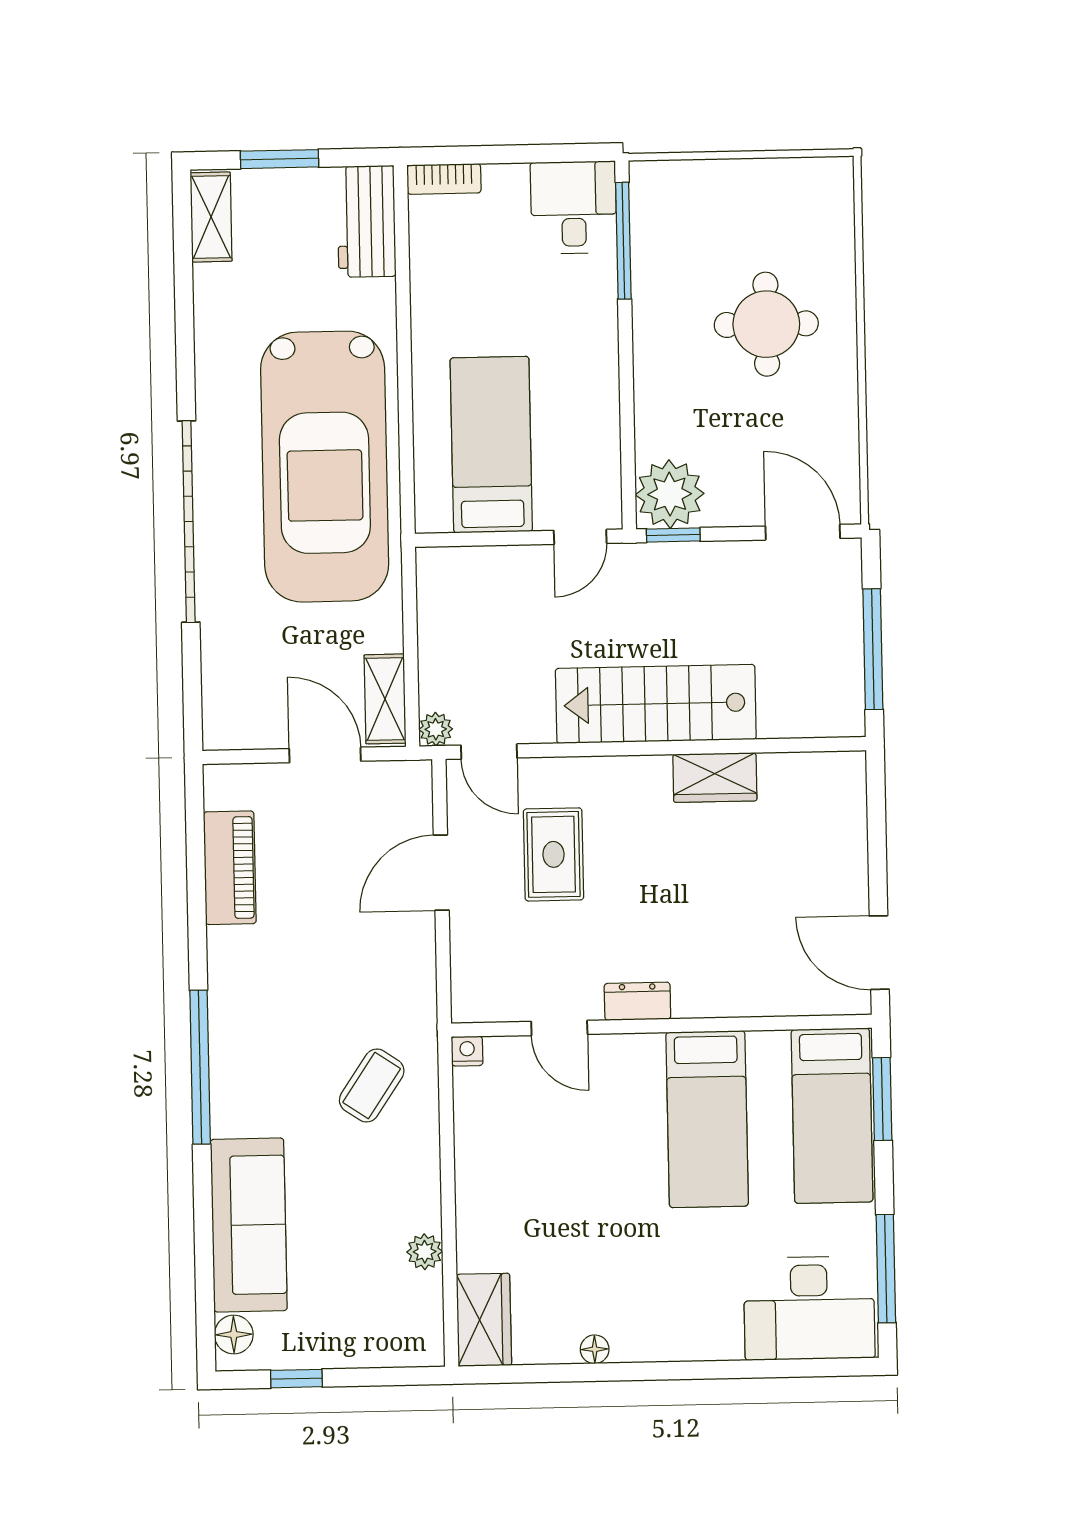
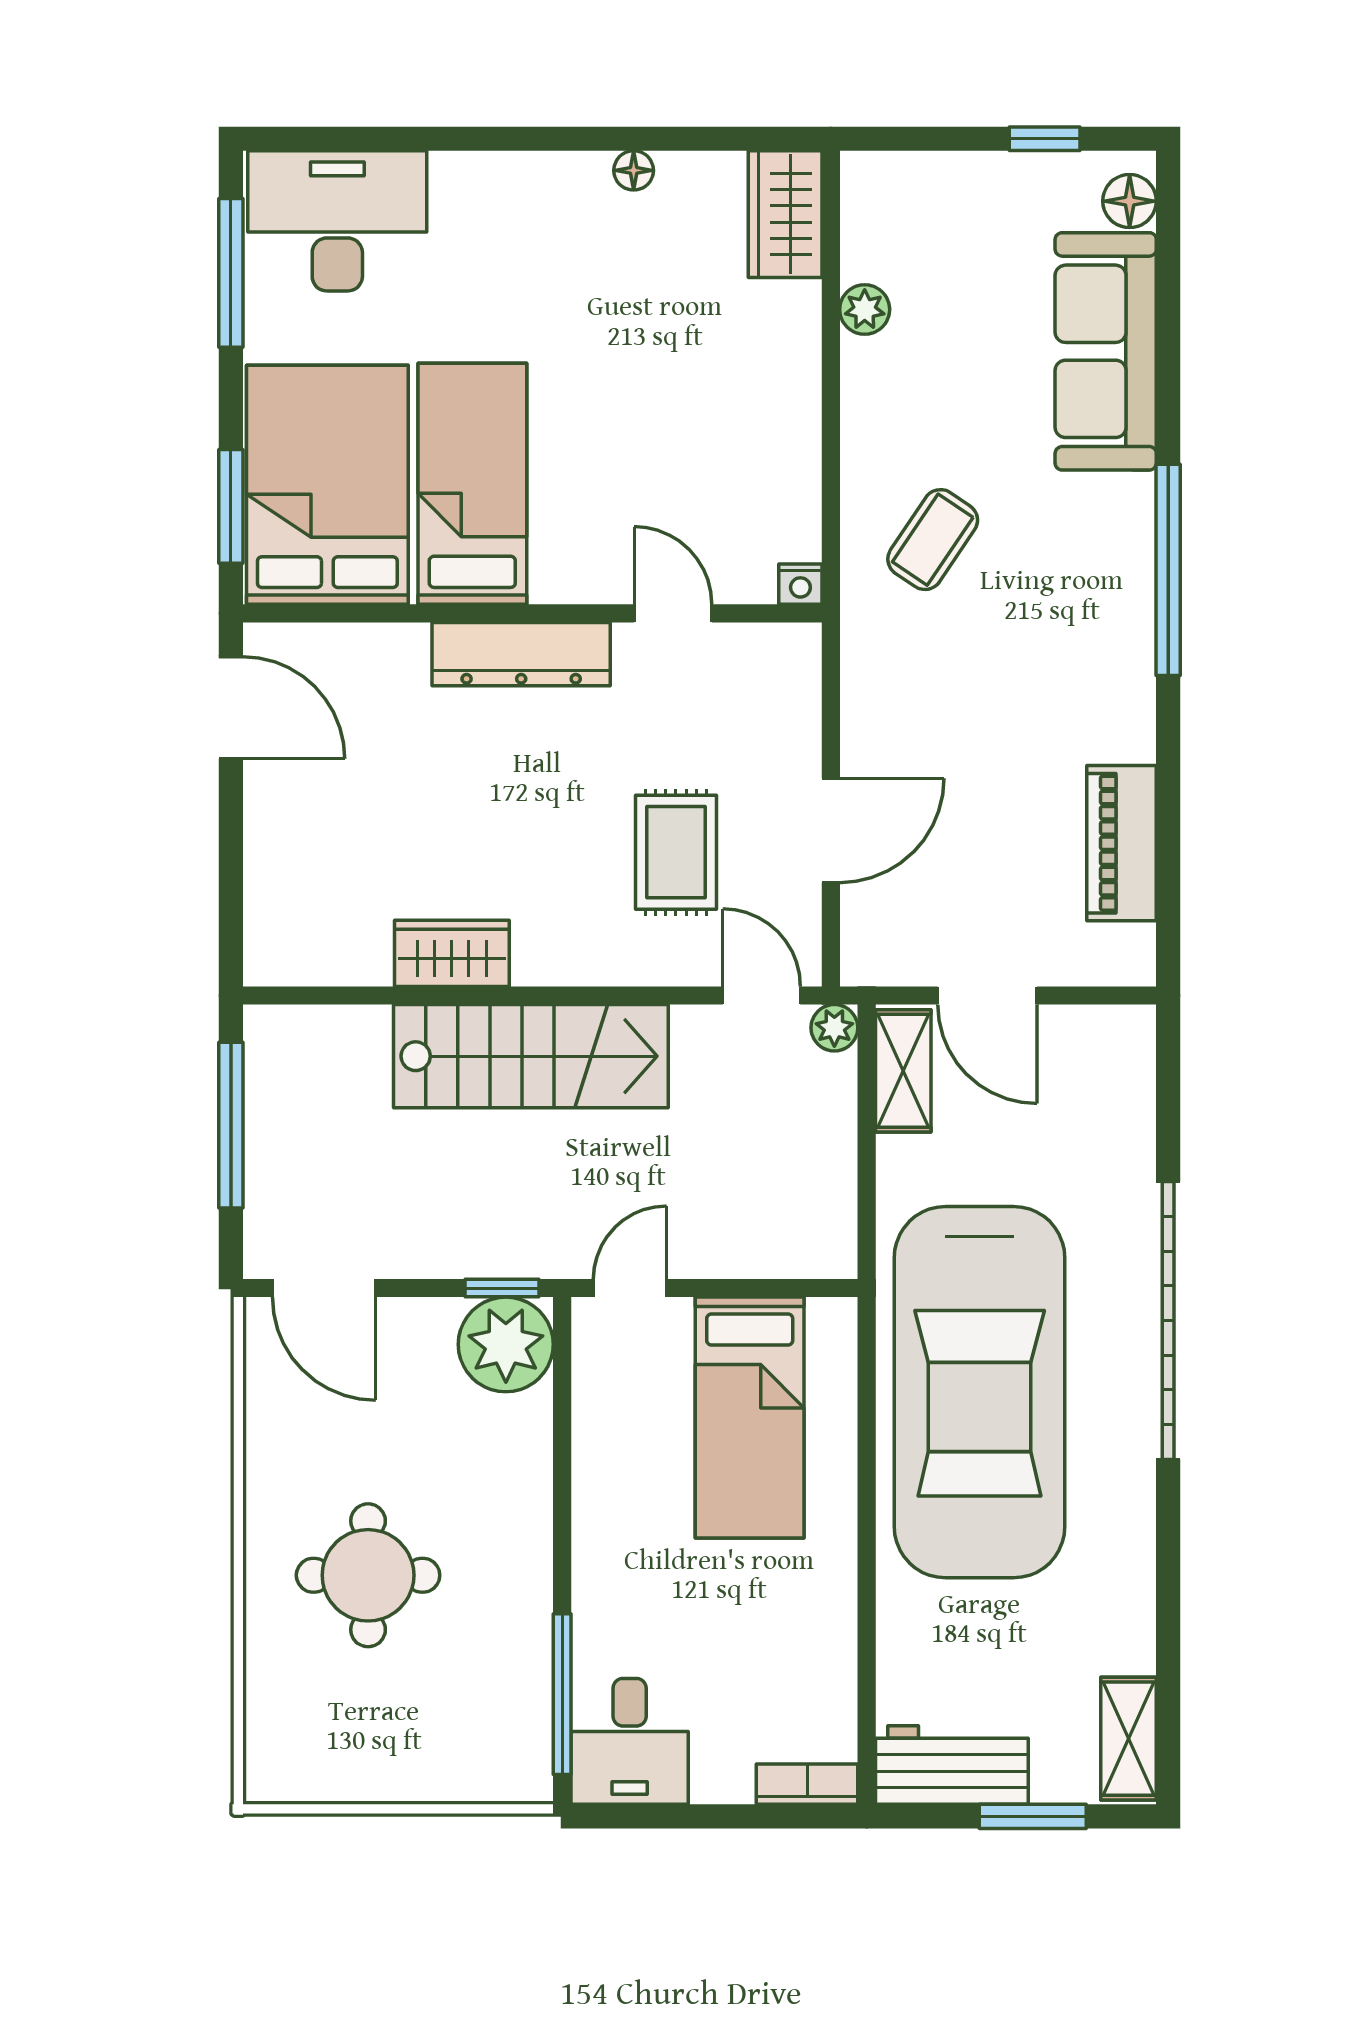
workbench: (366, 221) -> (952, 1765), moved, turned -90
car: (325, 467) -> (980, 1392), turned 180
dresser: (637, 1001) -> (521, 654), width x1.96, depth x1.24
bed: (832, 1116) -> (327, 485), width x1.50

